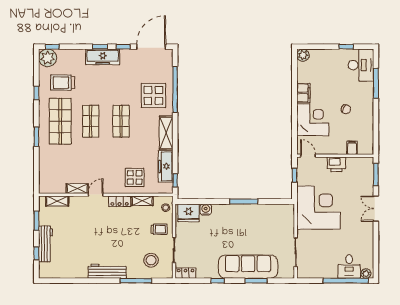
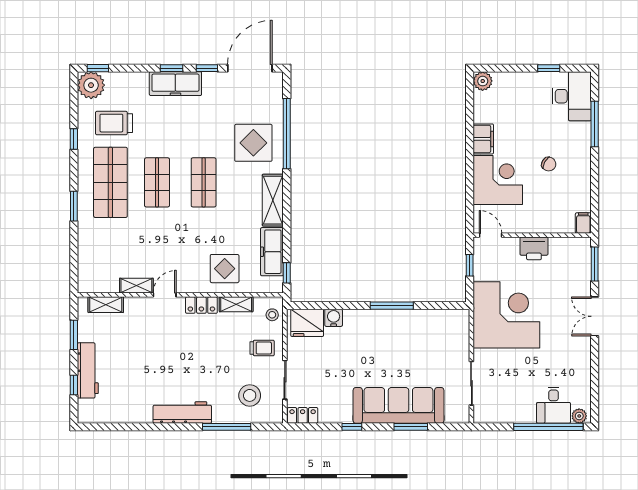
filing cabinet: (352, 148) -> (583, 223), moved

